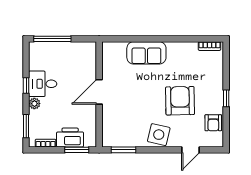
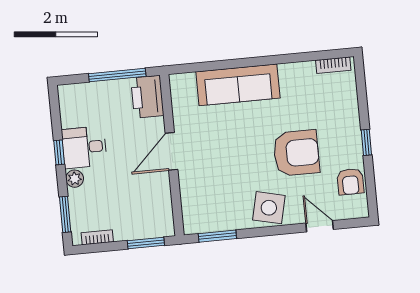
window: (52, 39) -> (117, 75), moved
sofa: (146, 53) -> (238, 85), width x1.36
armchair: (180, 101) -> (296, 153), turned 91
printer: (70, 138) -> (147, 97), moved, turned -90
door: (191, 150) -> (320, 226), swing flipped

